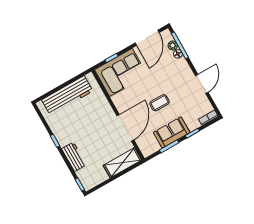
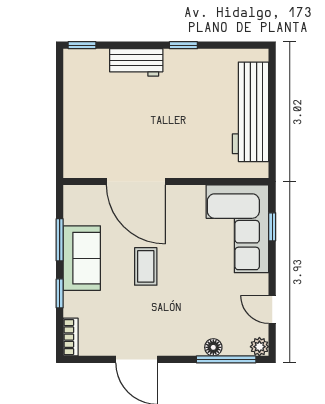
door: (147, 38) -> (272, 309), width x0.53
plant: (173, 46) -> (259, 347), moved
shelving: (122, 163) -> (78, 142), removed

